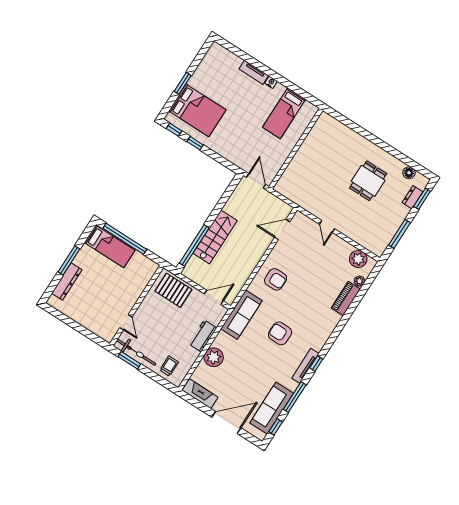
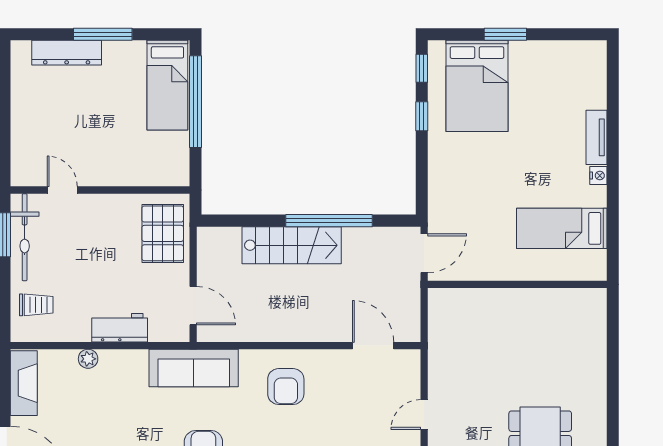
window: (194, 245) -> (329, 221), moved
door: (126, 322) -> (62, 190), swing flipped
plant: (214, 357) -> (88, 359), width x0.53, depth x0.53

